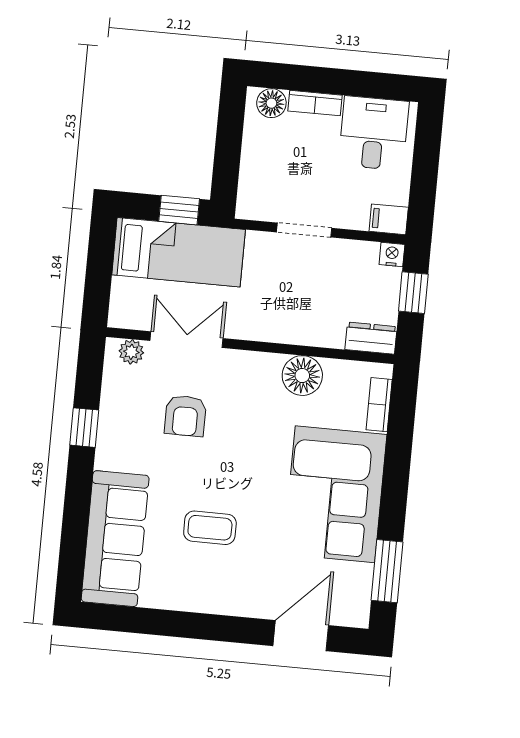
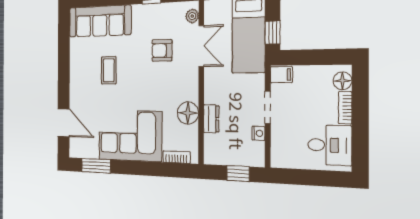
filing cabinet: (389, 219) -> (281, 75), moved, turned 90
nightstand: (392, 255) -> (258, 133), moved
dresser: (371, 338) -> (211, 119), moved

